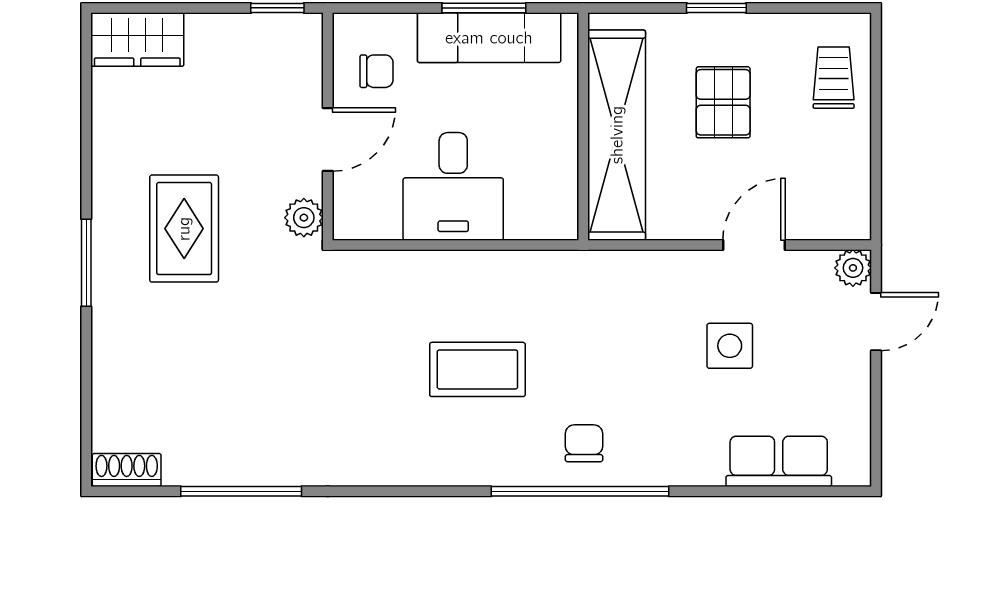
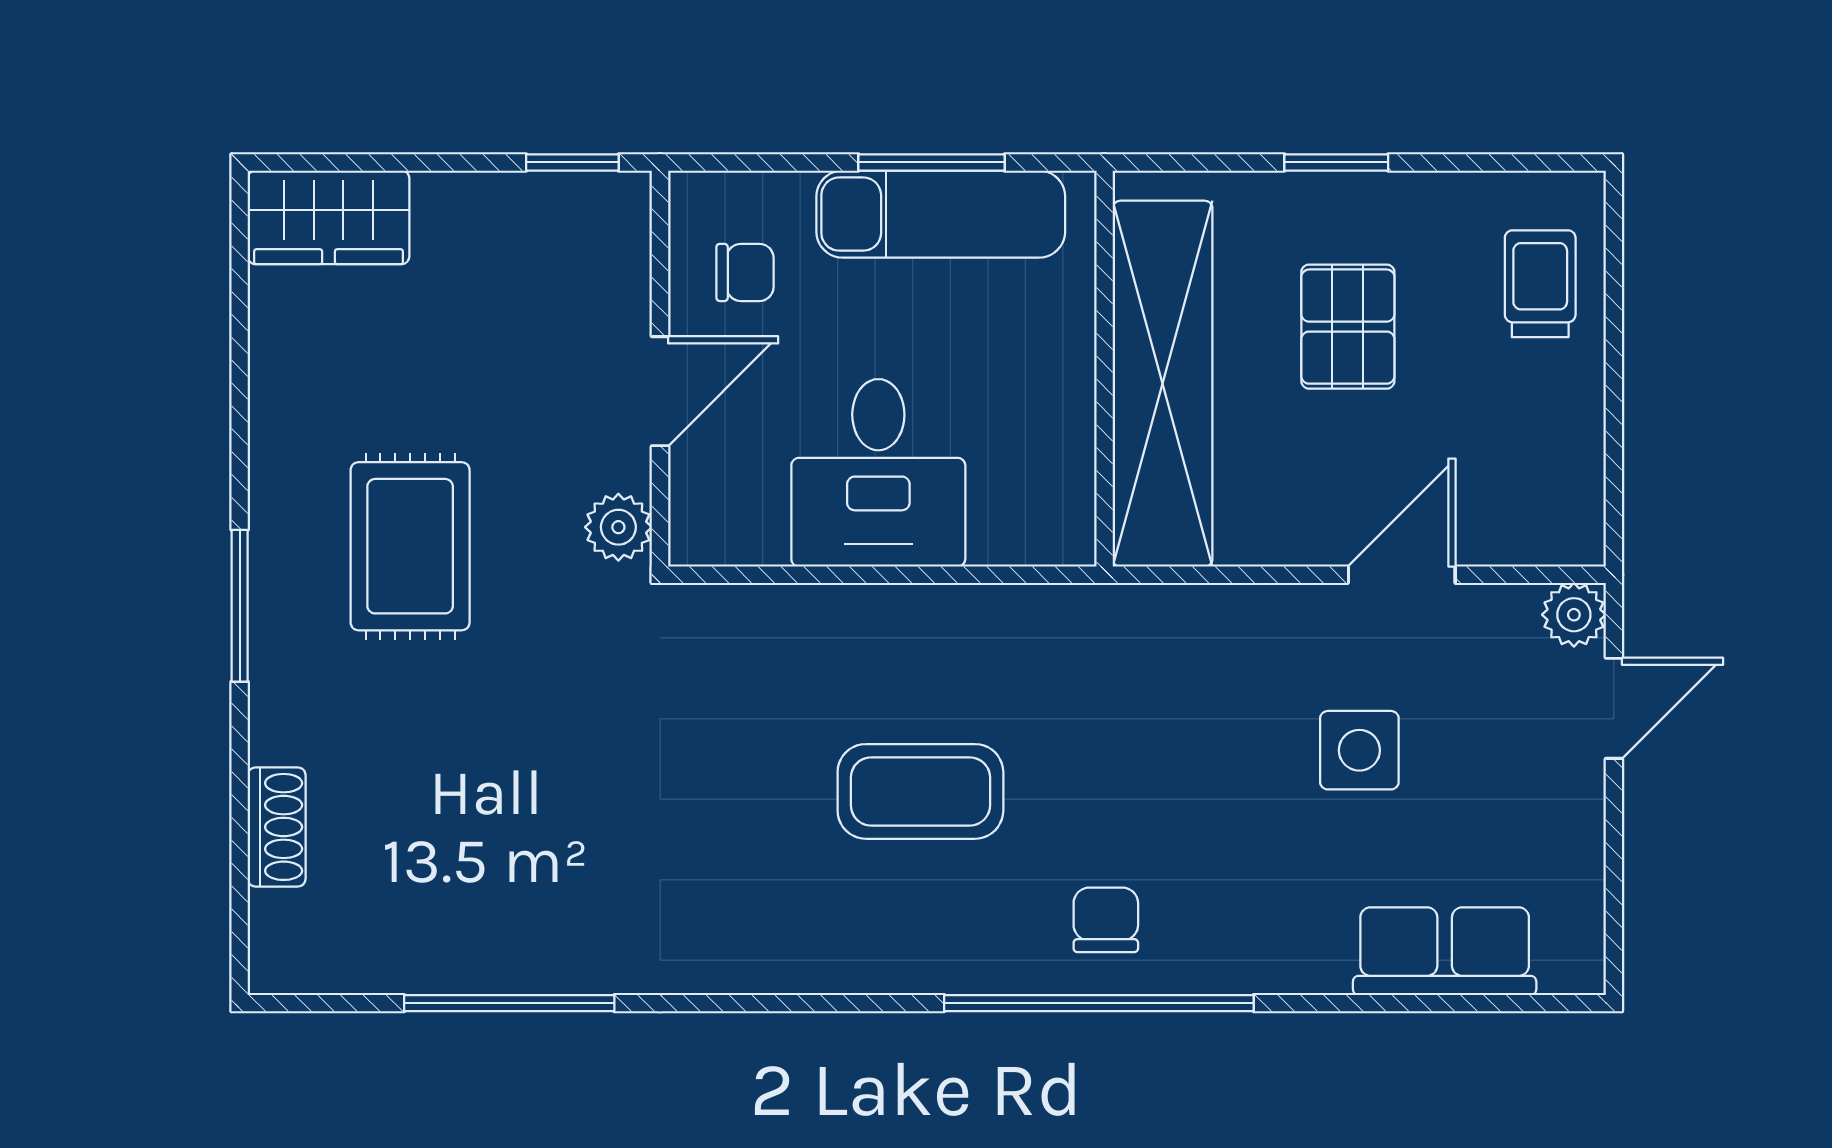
shoe rack: (127, 470) -> (277, 827), moved, turned 90

